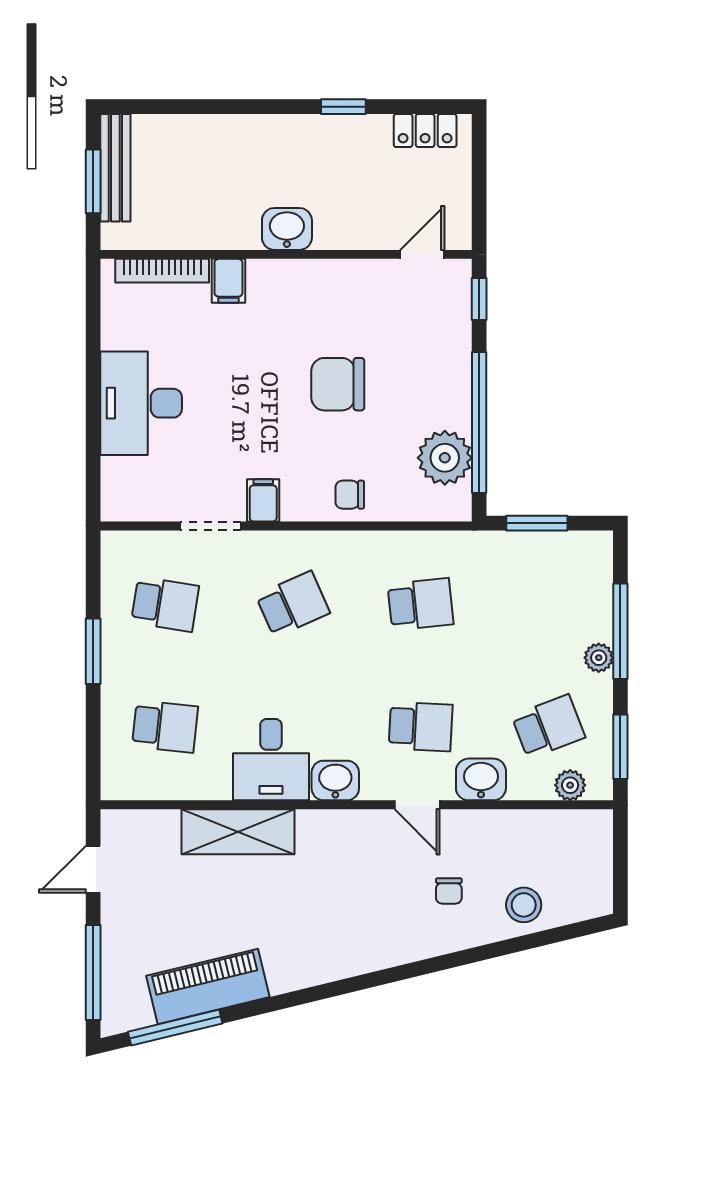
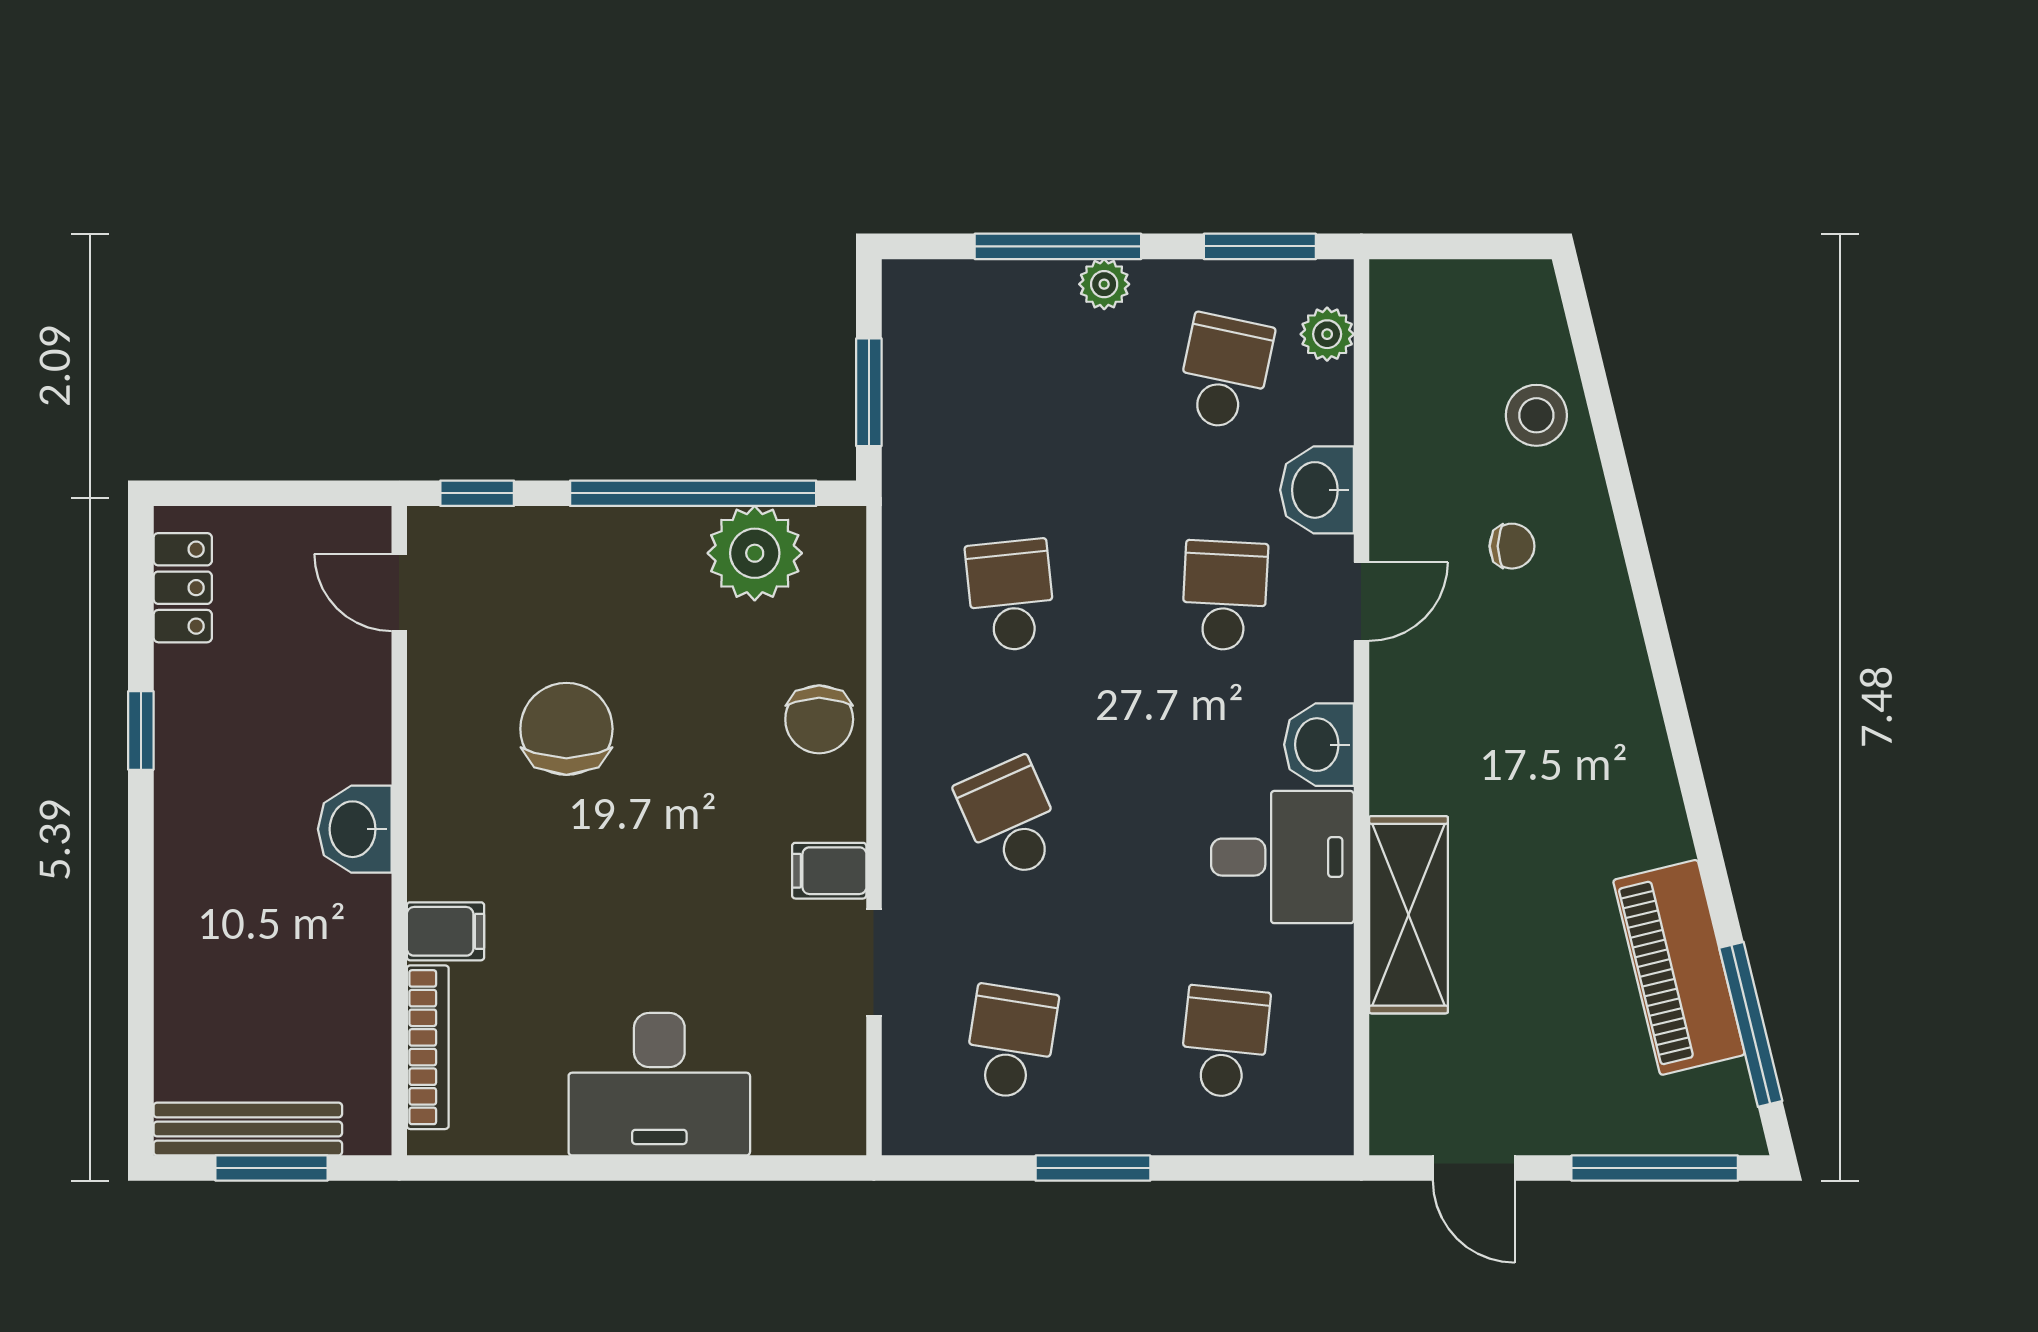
chair: (338, 384) -> (566, 729), moved, turned 180
chair: (350, 495) -> (819, 719), width x1.37, depth x1.37
school desk: (548, 727) -> (1225, 372), turned 33

